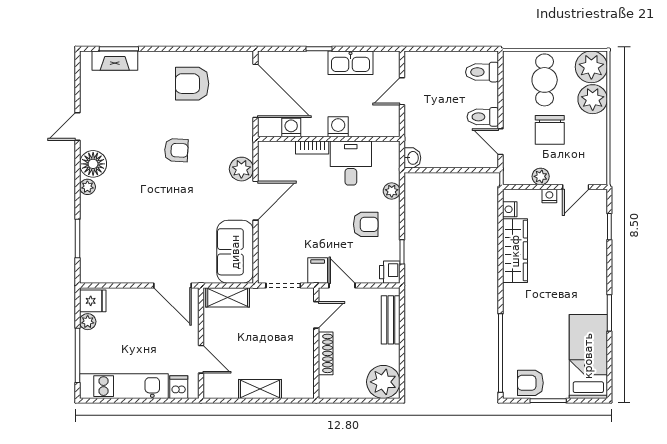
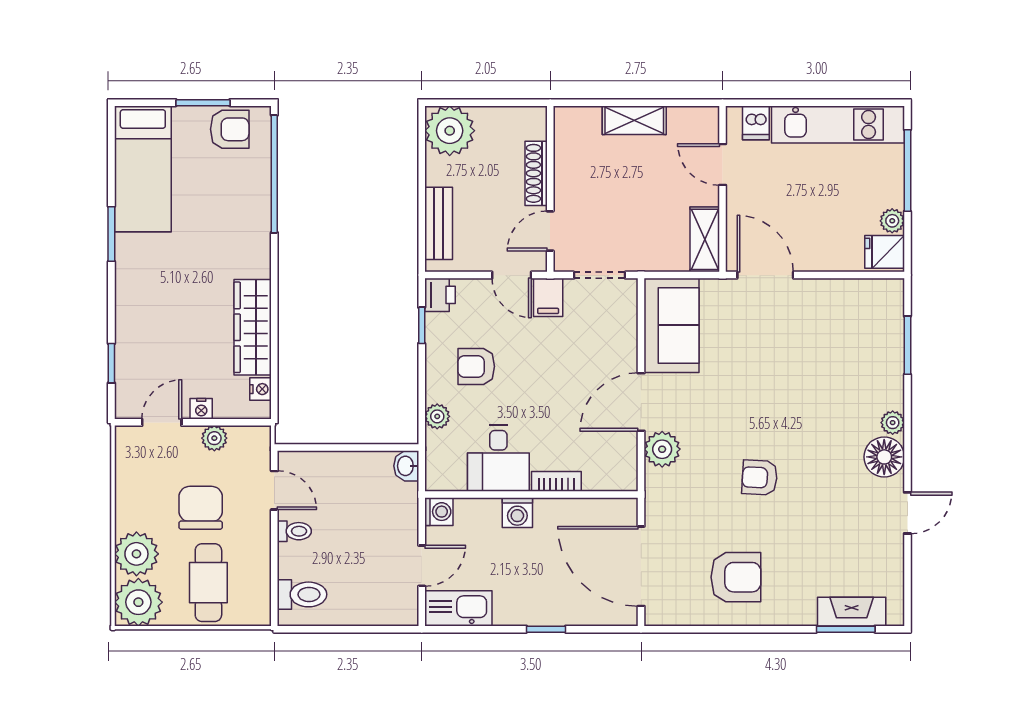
kitchen sink: (351, 63) -> (458, 608), moved
toilet: (483, 117) -> (294, 531), width x0.73, depth x0.72
washing machine: (291, 127) -> (439, 512), moved, turned -90
shelving: (228, 297) -> (705, 239), moved, turned 90

